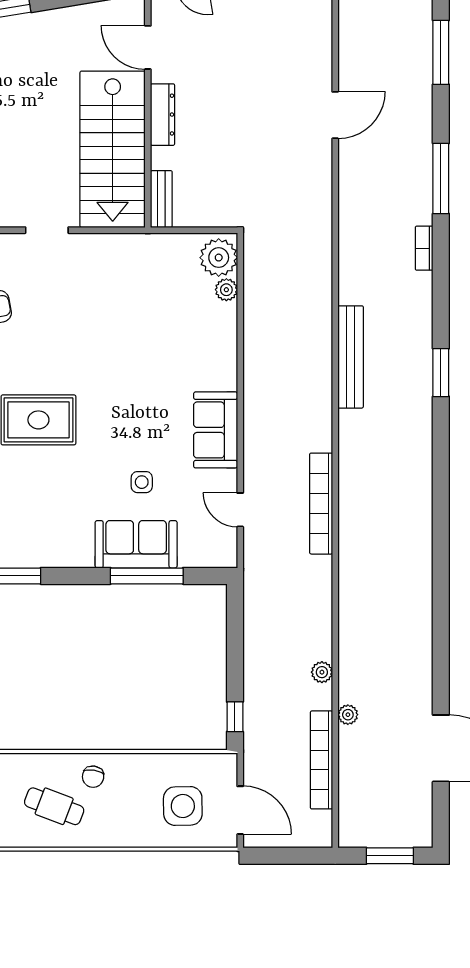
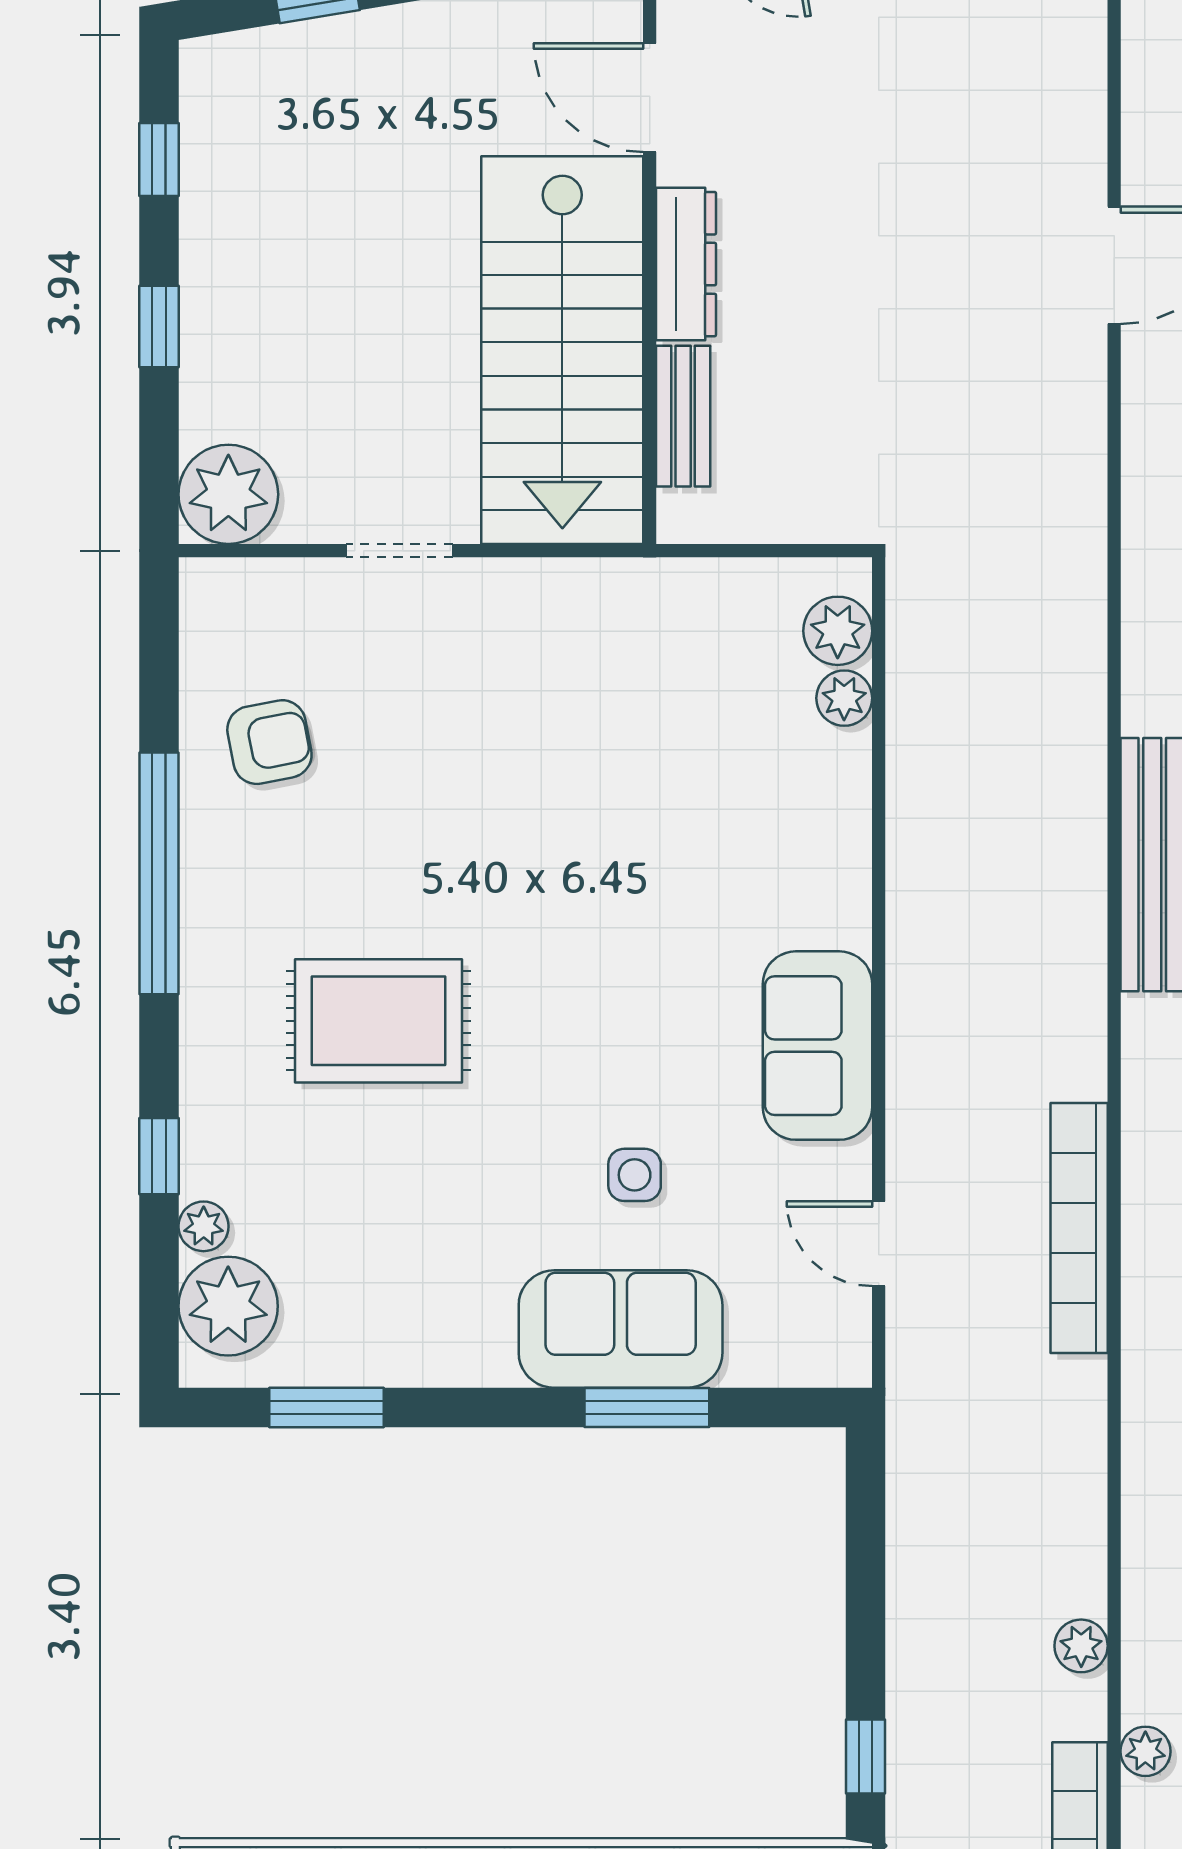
bench: (161, 199) -> (683, 416), moved
plant: (219, 258) -> (838, 631), width x0.73, depth x0.73
window: (147, 576) -> (647, 1408), width x0.69

